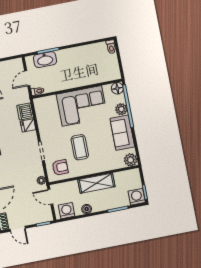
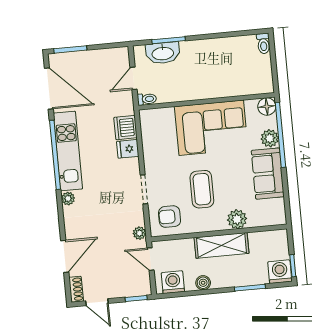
plant: (131, 160) -> (237, 219), moved
armchair: (60, 167) -> (170, 217), turned 180

